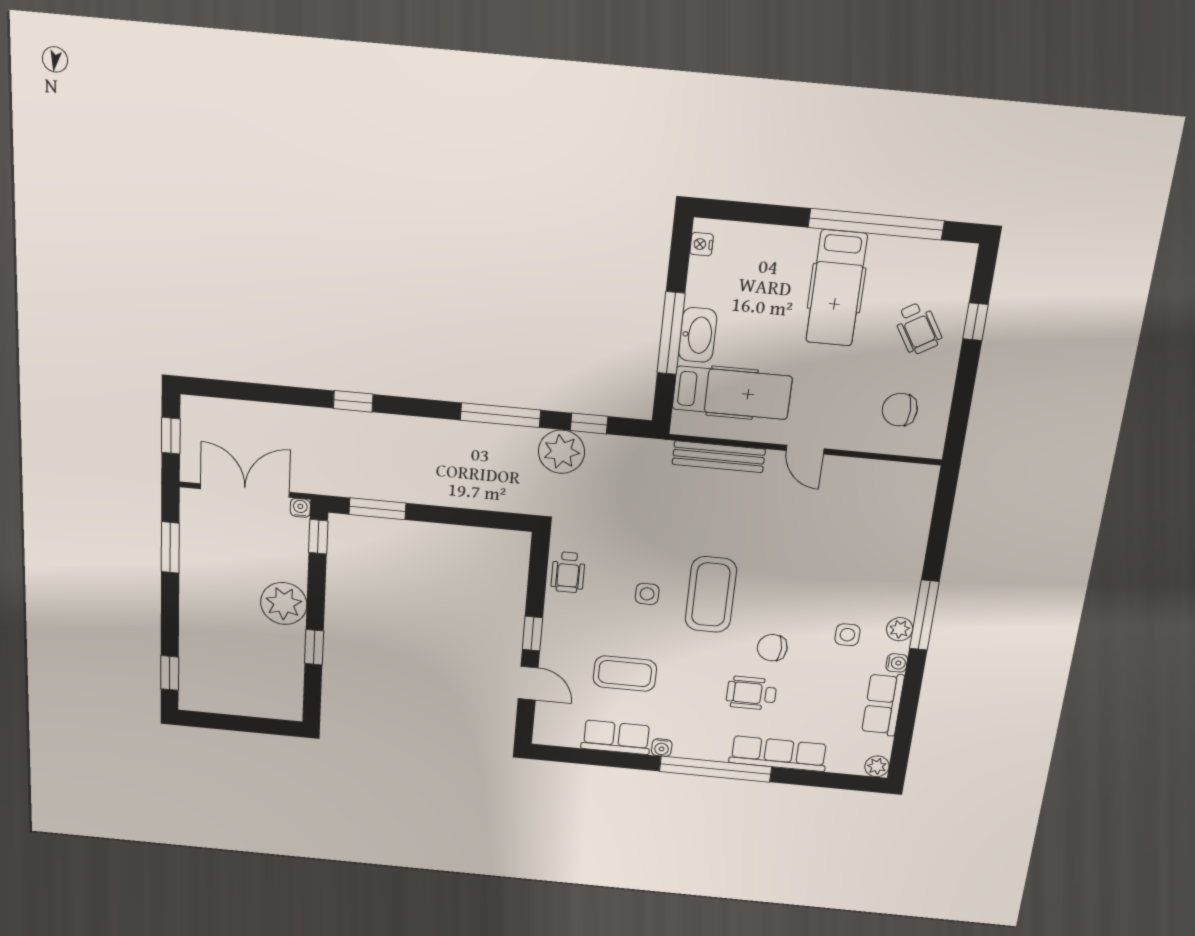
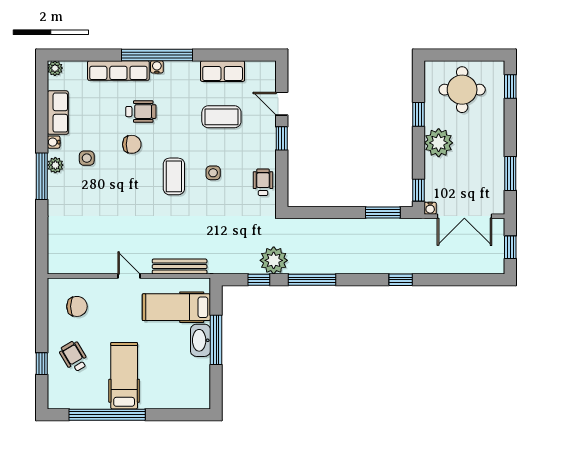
nightstand: (702, 244) -> (204, 394), removed
coffee table: (711, 595) -> (174, 176), width x0.73, depth x0.76
round table: (245, 676) -> (462, 90), added
water cooler: (662, 748) -> (157, 67), moved

